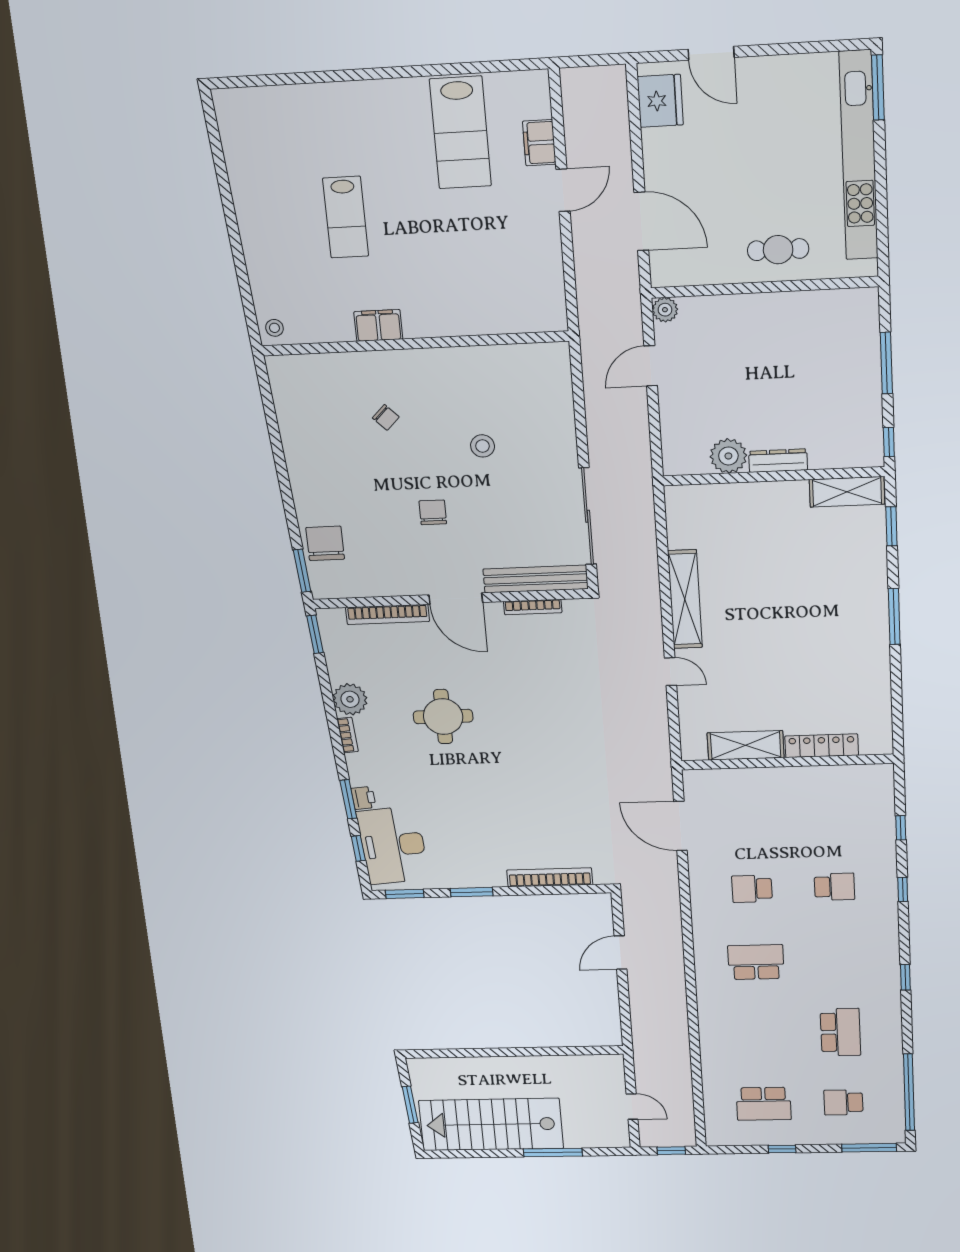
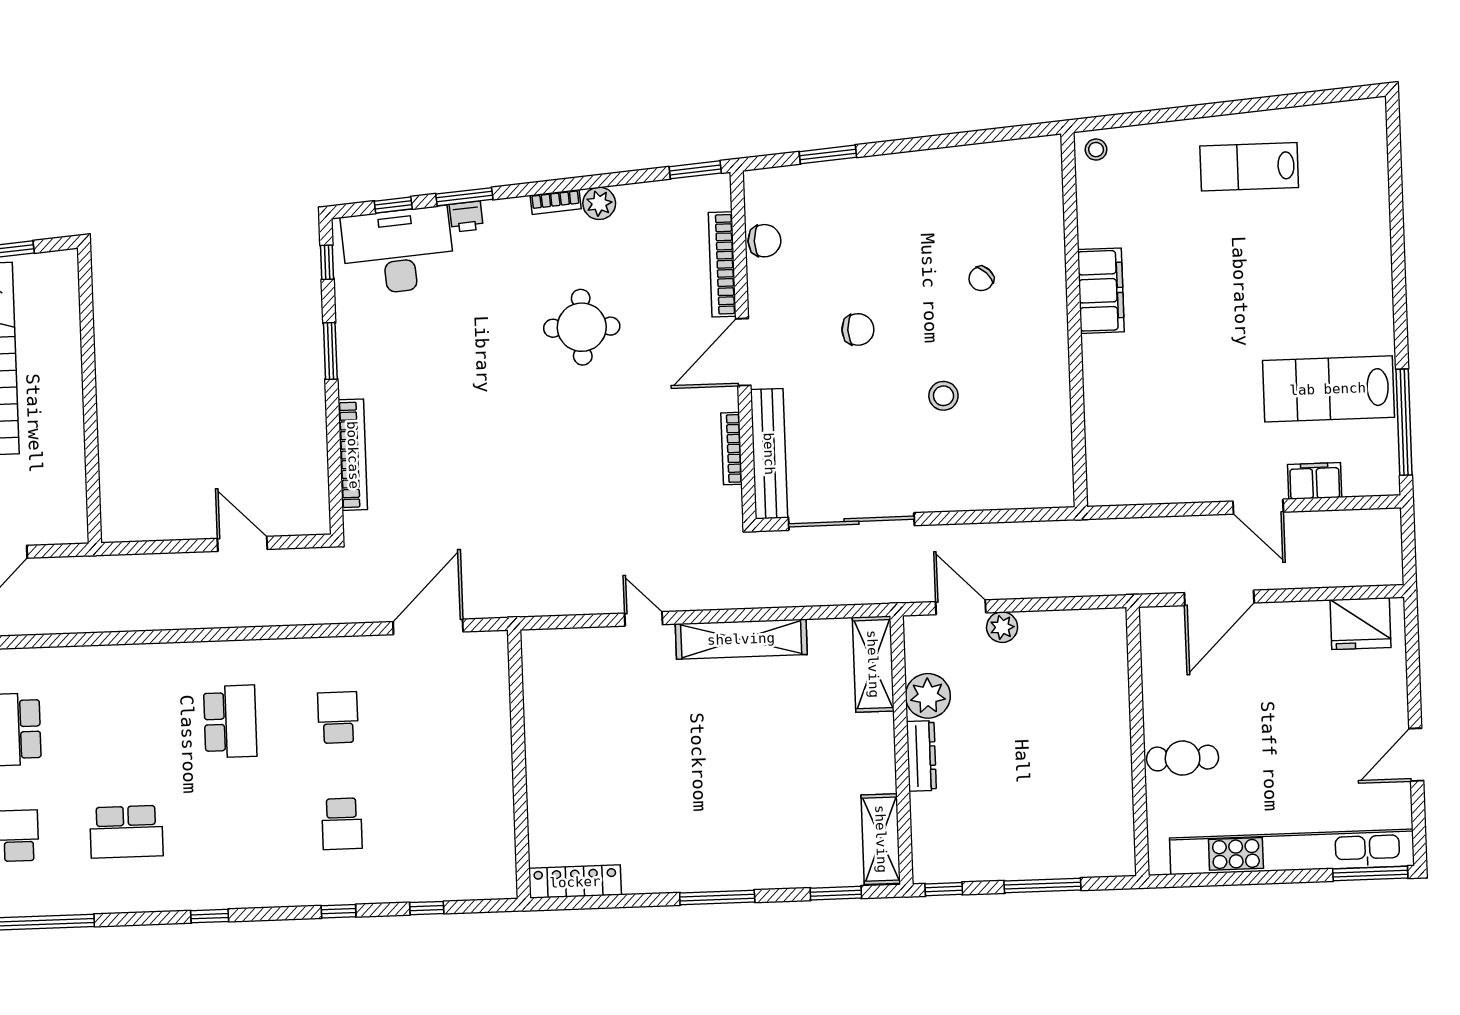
door: (711, 53) -> (1416, 755), moved
window: (486, 67) -> (1404, 422), added
lab bench: (346, 217) -> (1249, 167), moved
cafe table: (778, 250) -> (1183, 758), turned 90
plant: (665, 310) -> (1002, 627), moved
filing cabinet: (378, 325) -> (1101, 291), width x1.50, depth x1.17
door: (651, 366) -> (961, 607), moved
chair: (325, 543) -> (764, 241), moved, width x0.73, depth x0.73
window: (302, 571) -> (828, 154), moved
door: (670, 672) -> (644, 619), swing flipped
plant: (350, 699) -> (599, 203), width x0.73, depth x0.73
shelving: (746, 745) -> (873, 664), moved
locker: (822, 746) -> (575, 882), moved, turned -90
window: (405, 894) -> (327, 262), width x0.67

